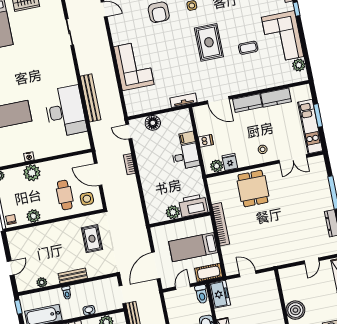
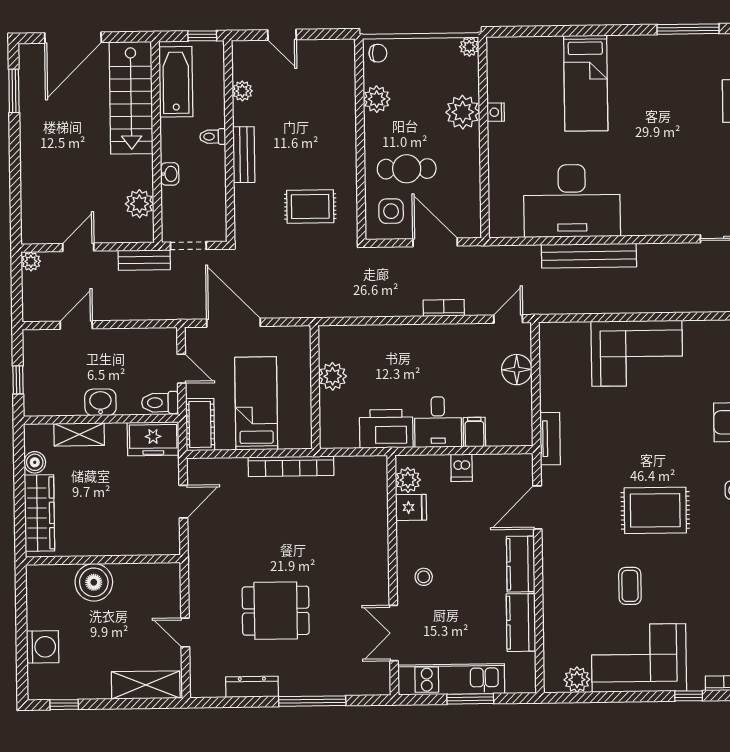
door: (98, 174) -> (435, 242), hinge flipped
dining table: (253, 189) -> (276, 611), moved
printer: (193, 206) -> (386, 429), moved, turned -90

